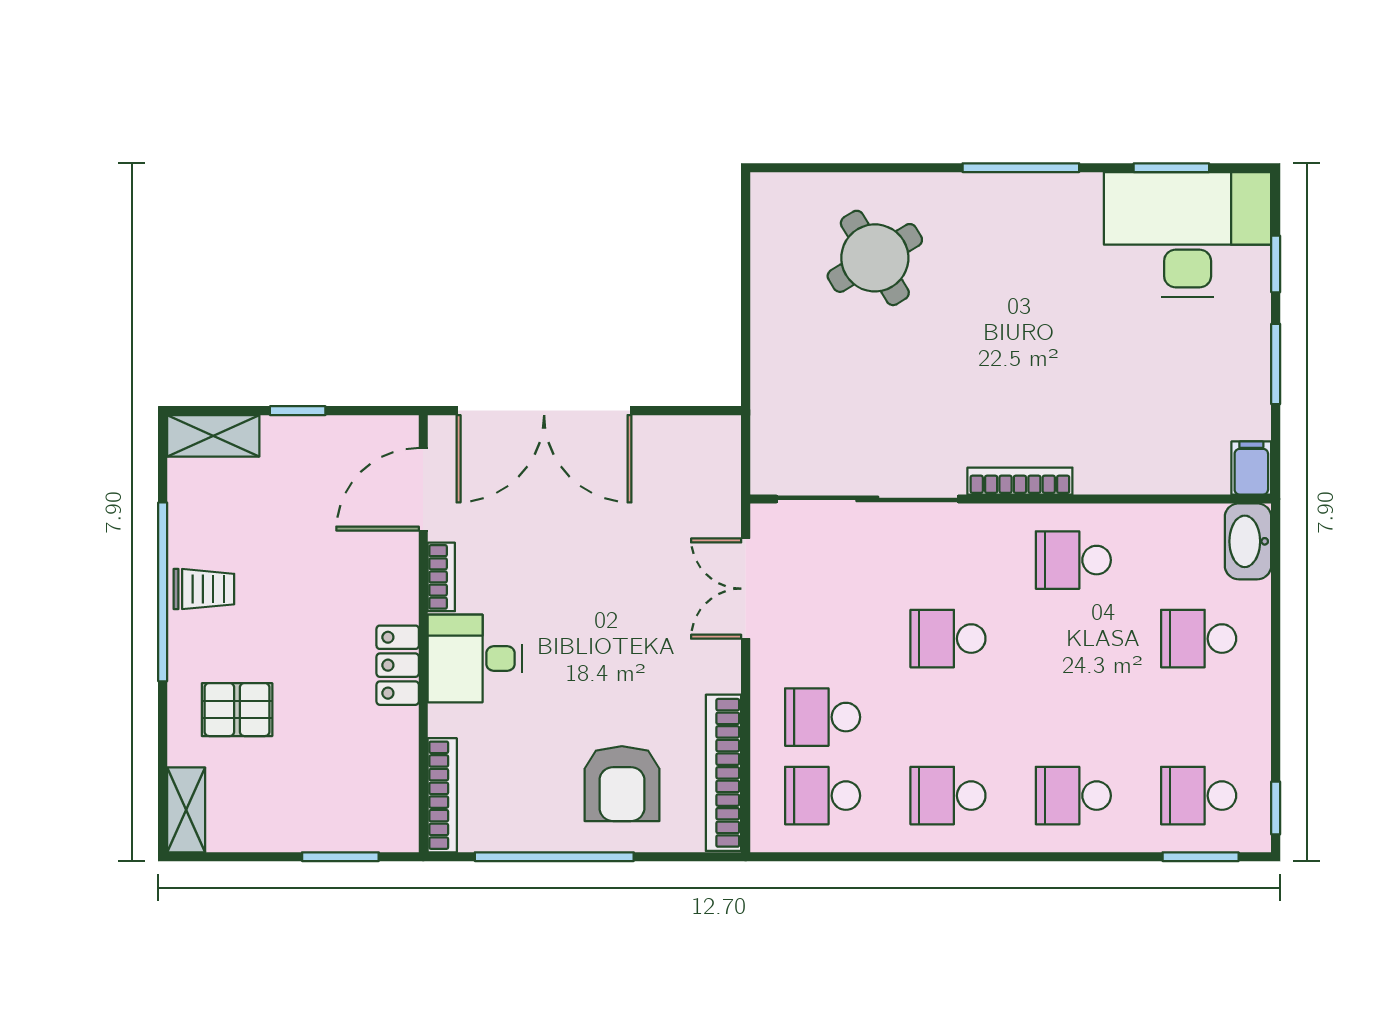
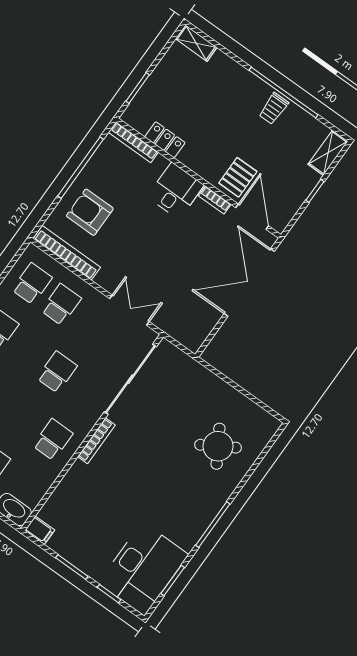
locker: (398, 665) -> (165, 140), moved
pallet: (237, 710) -> (238, 177), moved

